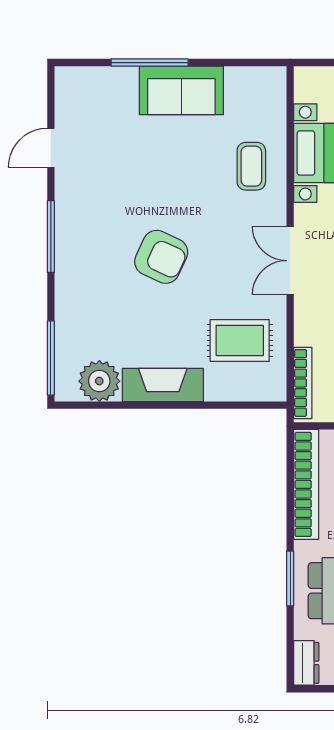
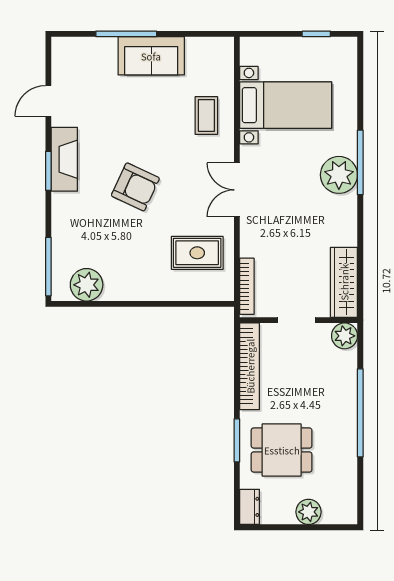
window: (51, 236) -> (48, 171), width x0.69
fireplace: (163, 385) -> (64, 159), moved, turned 90

